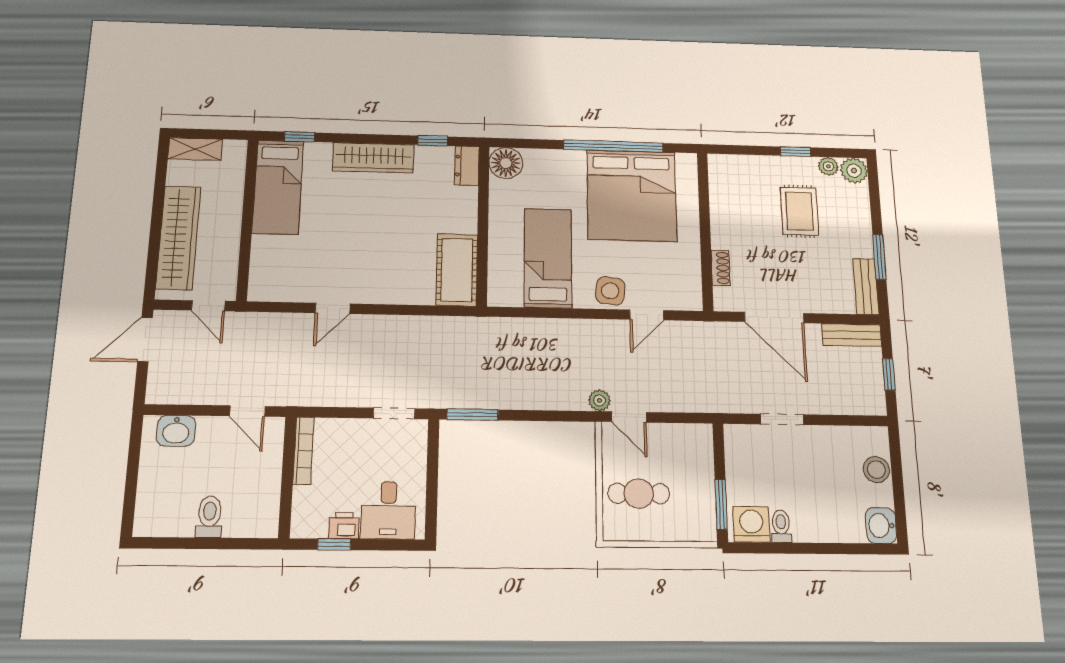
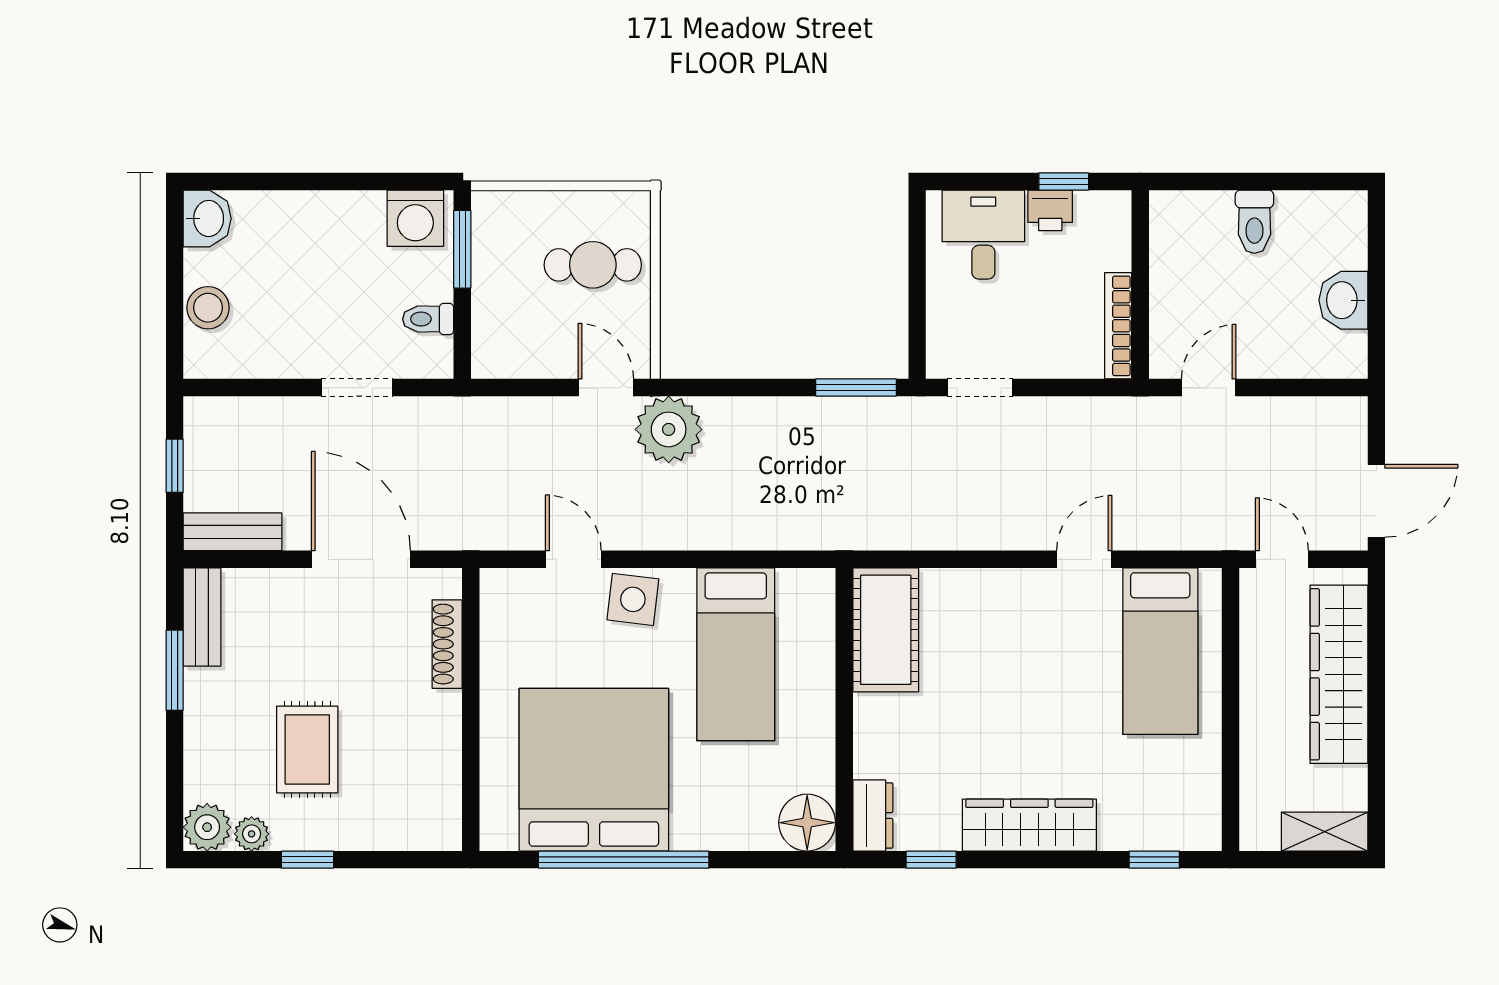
bed: (278, 187) -> (1160, 651), moved, turned 180
shoe rack: (721, 268) -> (447, 644), width x1.43
door: (647, 315) -> (573, 559), hinge flipped
plant: (599, 400) -> (669, 429), width x1.88, depth x1.88
door: (247, 411) -> (1209, 388), hinge flipped
washbasin: (176, 431) -> (1343, 300), moved, turned -90
toilet: (781, 526) -> (428, 319), moved, turned 90

